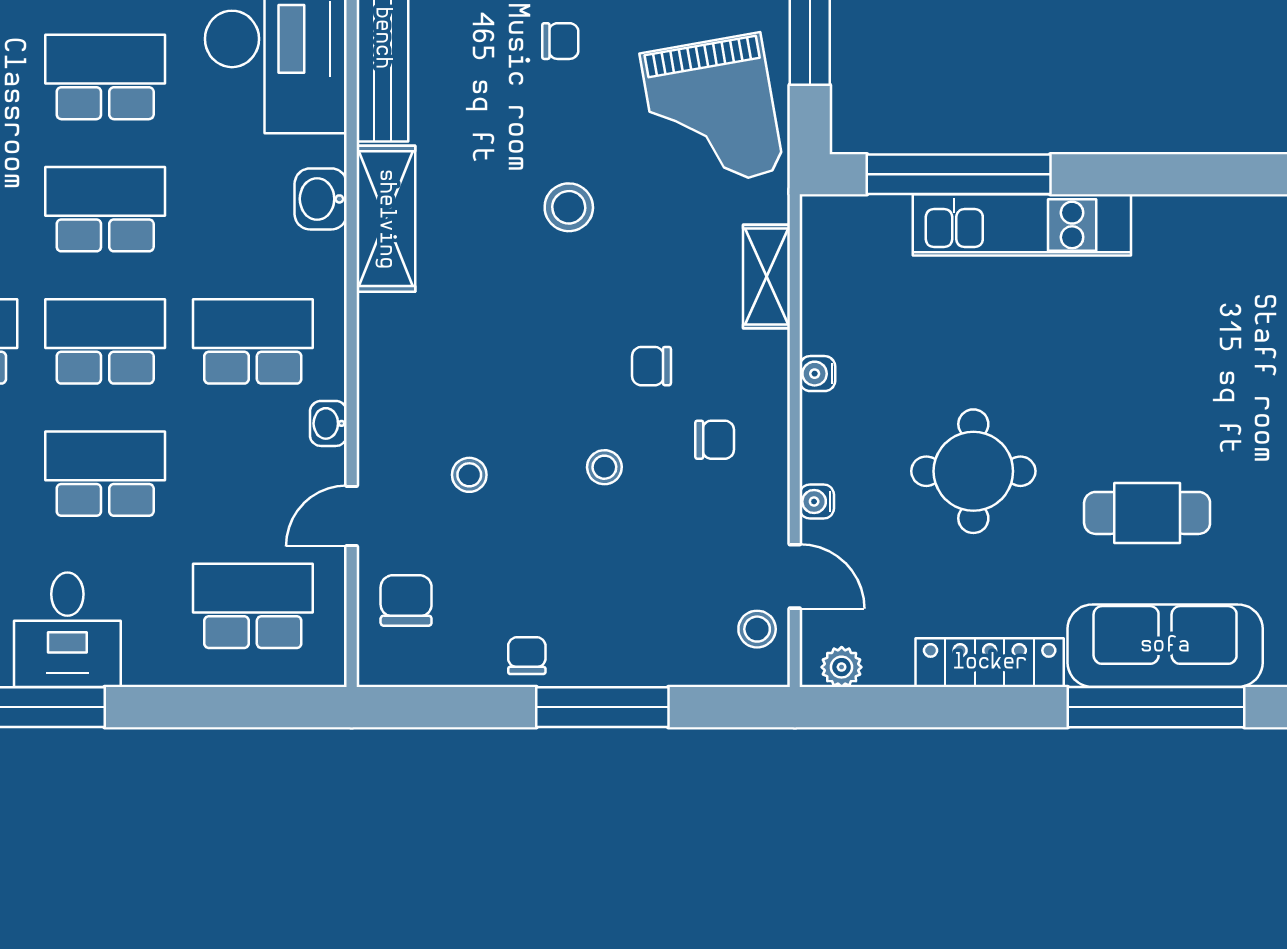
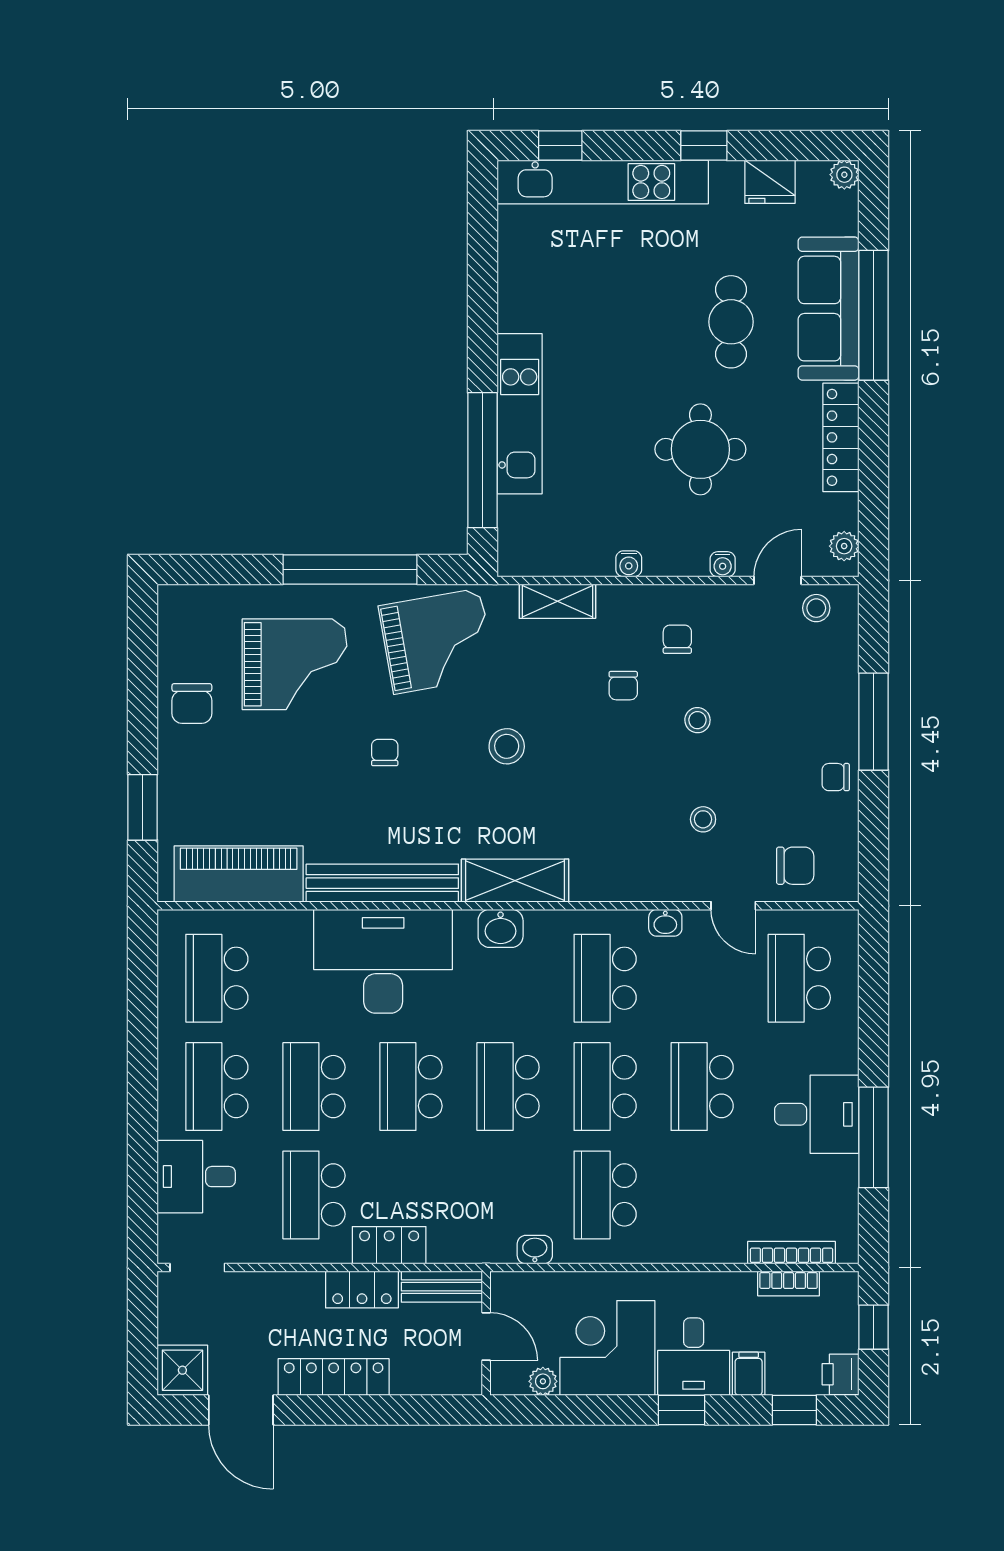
chair: (406, 600) -> (795, 866), turned 180

